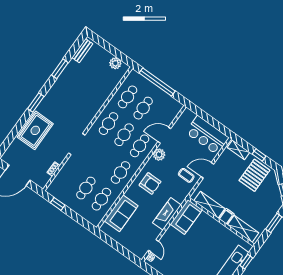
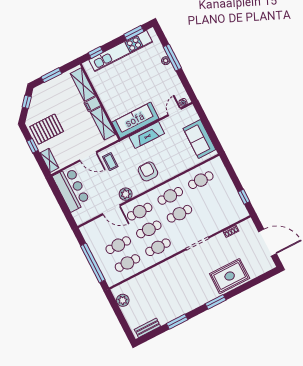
cafe table: (86, 188) -> (179, 214), moved
sofa: (121, 213) -> (199, 139), moved, turned -90
sofa: (186, 217) -> (135, 120), width x1.36

